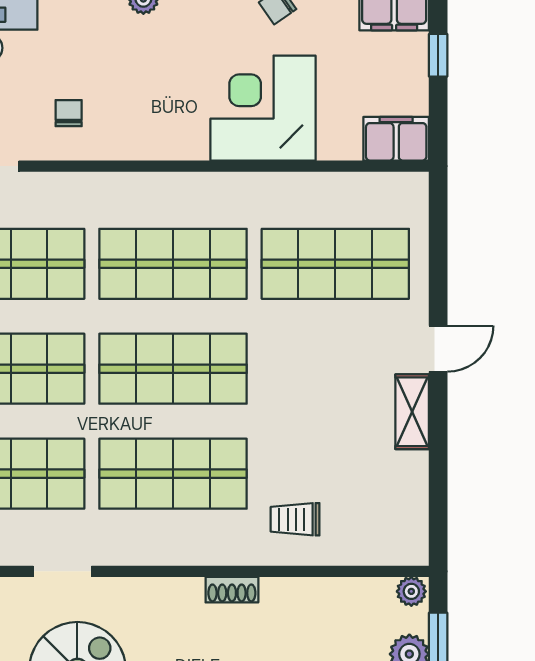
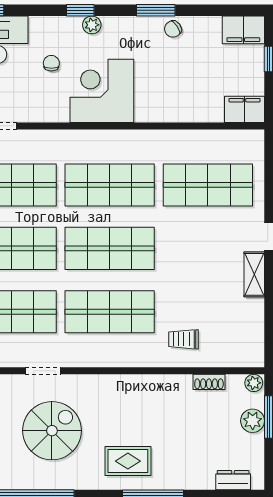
corner desk: (263, 108) -> (102, 91), moved
chair: (69, 113) -> (51, 63), moved
shoe rack: (232, 590) -> (209, 382), moved

